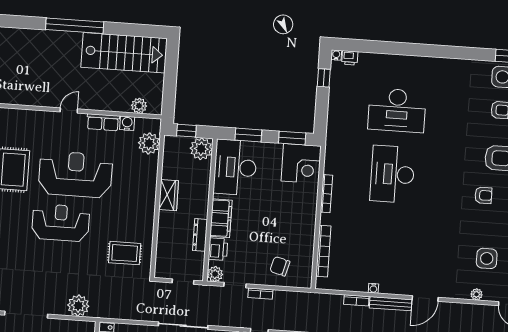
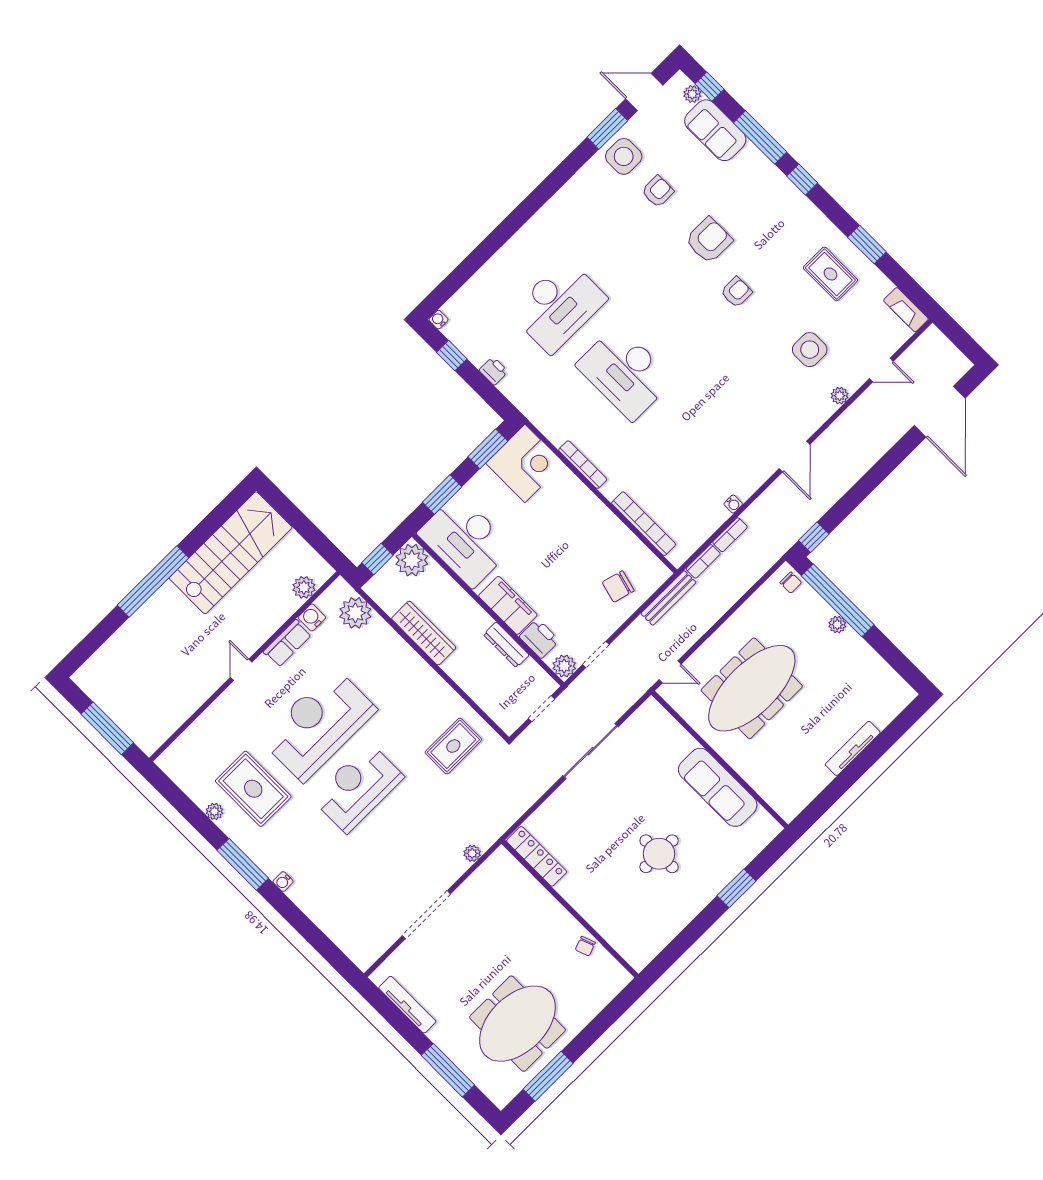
printer: (350, 58) -> (494, 371), moved, turned -90
wardrobe: (169, 195) -> (424, 633), width x1.50
bookcase: (260, 294) -> (703, 561), moved
bench: (391, 304) -> (668, 598), moved
plant: (78, 306) -> (472, 853), width x0.53, depth x0.53

